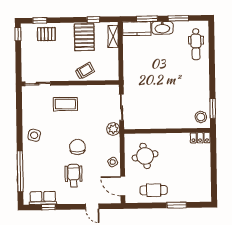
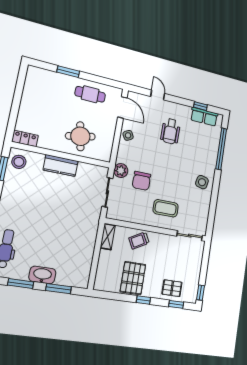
window: (93, 20) -> (143, 300), moved
kitchen counter: (137, 29) -> (61, 165), moved, turned 180
shelving: (113, 36) -> (108, 237), moved
chair: (77, 147) -> (141, 181), moved
round table: (145, 156) -> (80, 136), moved

